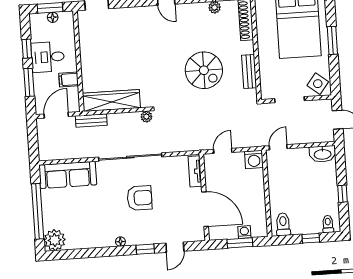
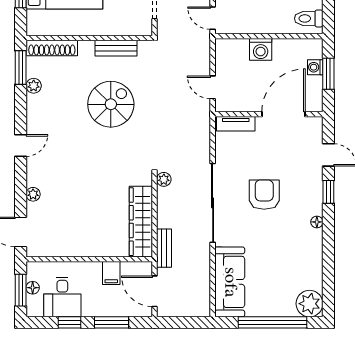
plant: (128, 13) -> (33, 194), added
desk: (48, 57) -> (62, 297), moved
washing machine: (254, 159) -> (261, 49), moved, turned 90

